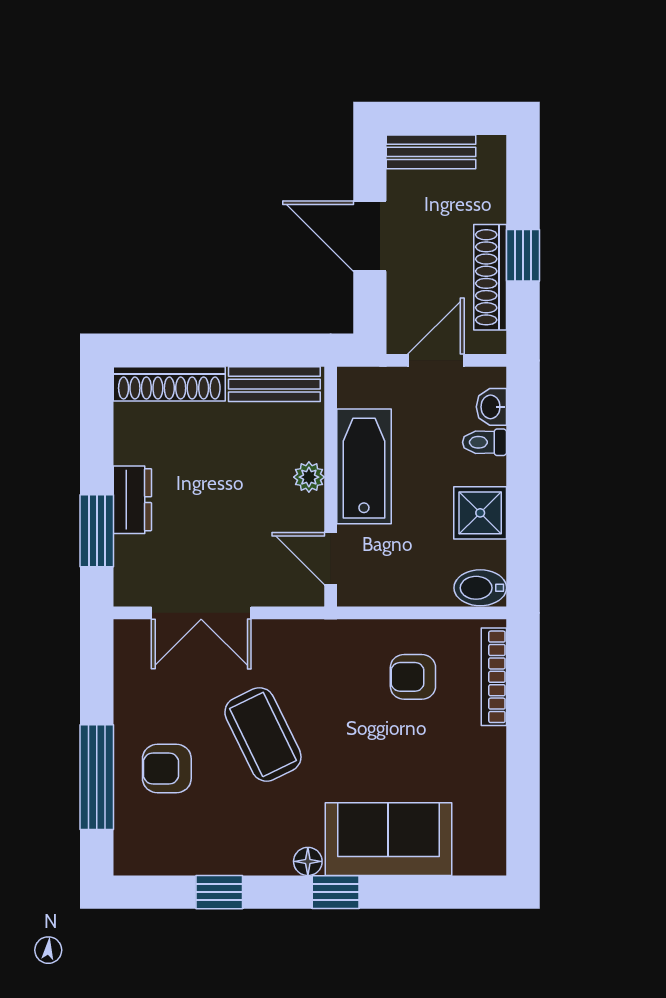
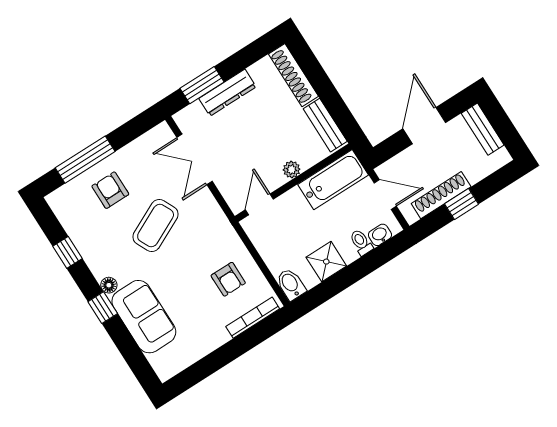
bathtub: (364, 466) -> (333, 180), moved
dresser: (132, 500) -> (227, 93), width x1.44
armchair: (413, 677) -> (228, 279), turned 180

